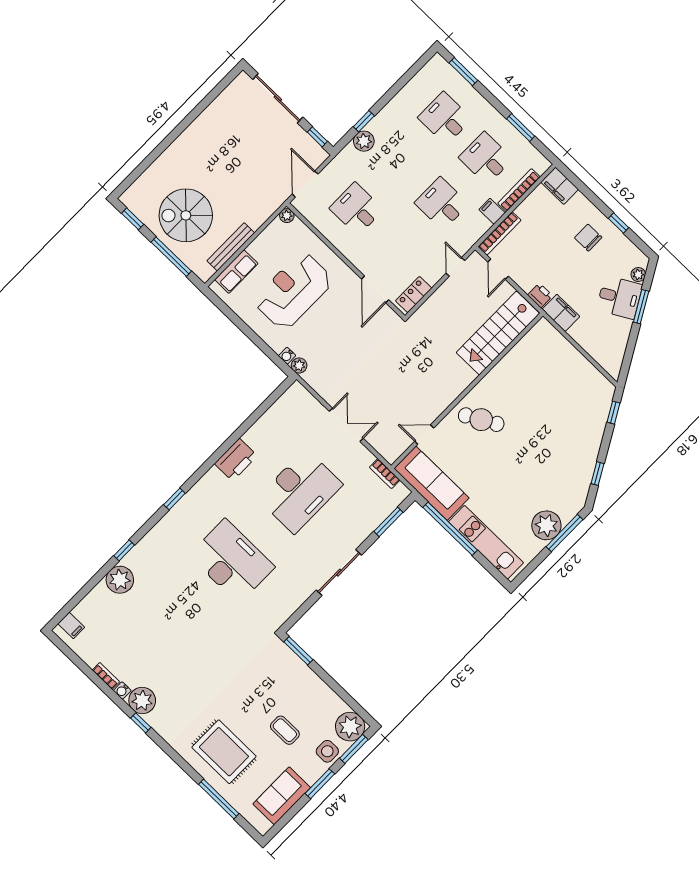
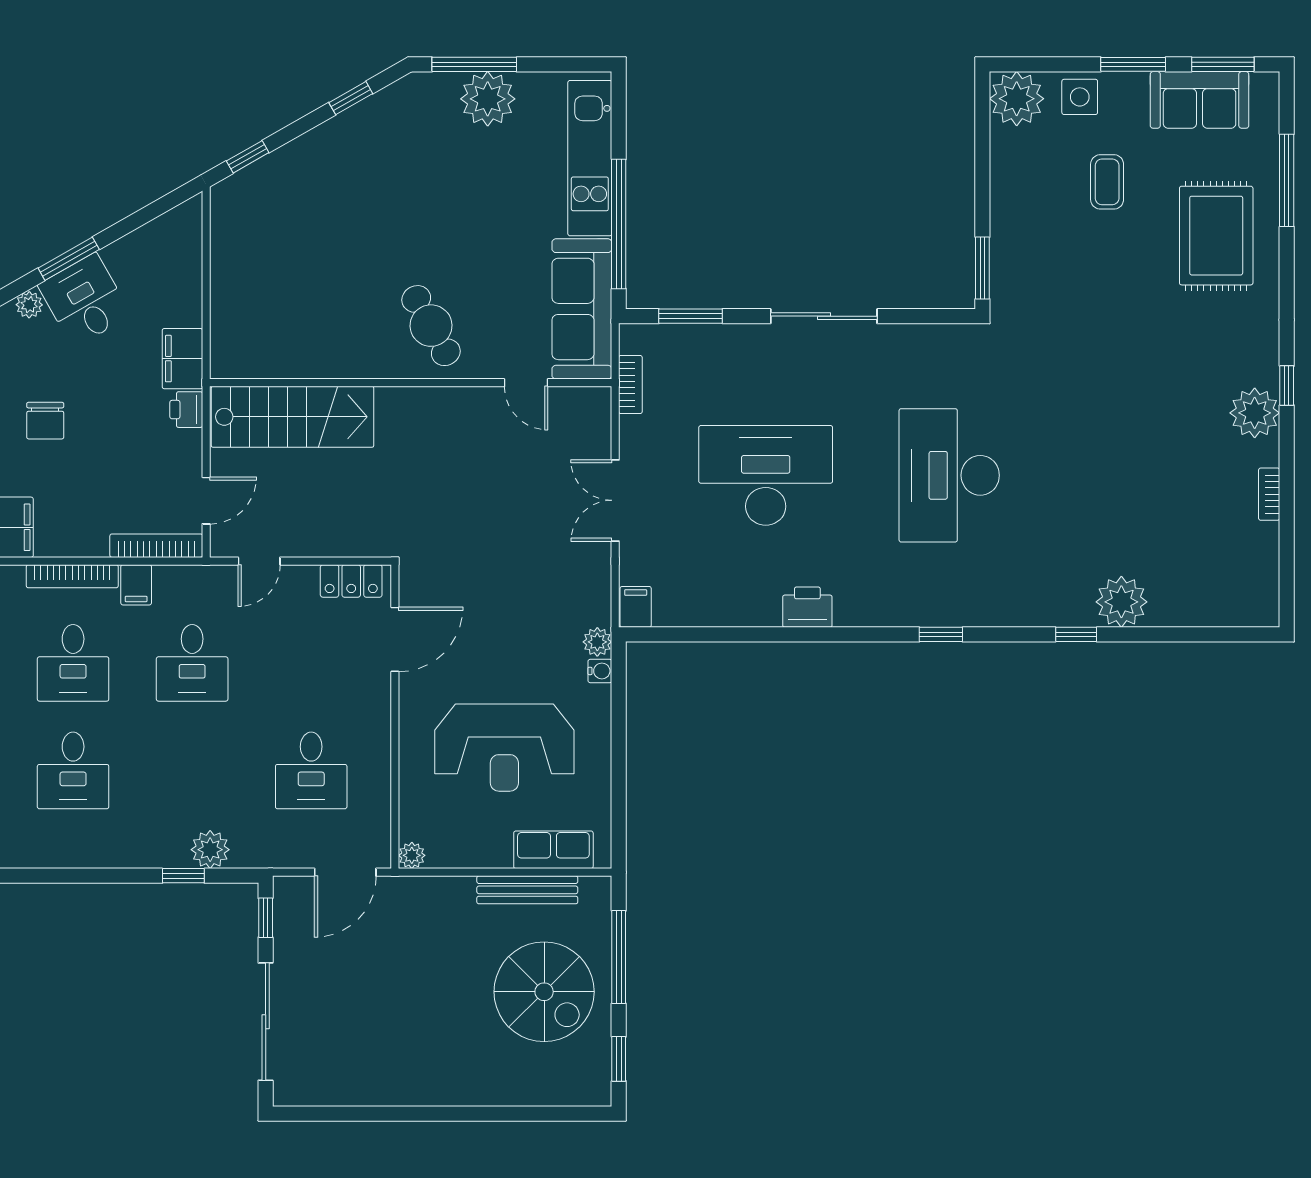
printer: (236, 460) -> (807, 607), width x0.73, depth x0.84
filing cabinet: (71, 626) -> (636, 607), moved
water cooler: (122, 691) -> (1267, 453), removed
window: (354, 749) -> (1223, 64), moved

